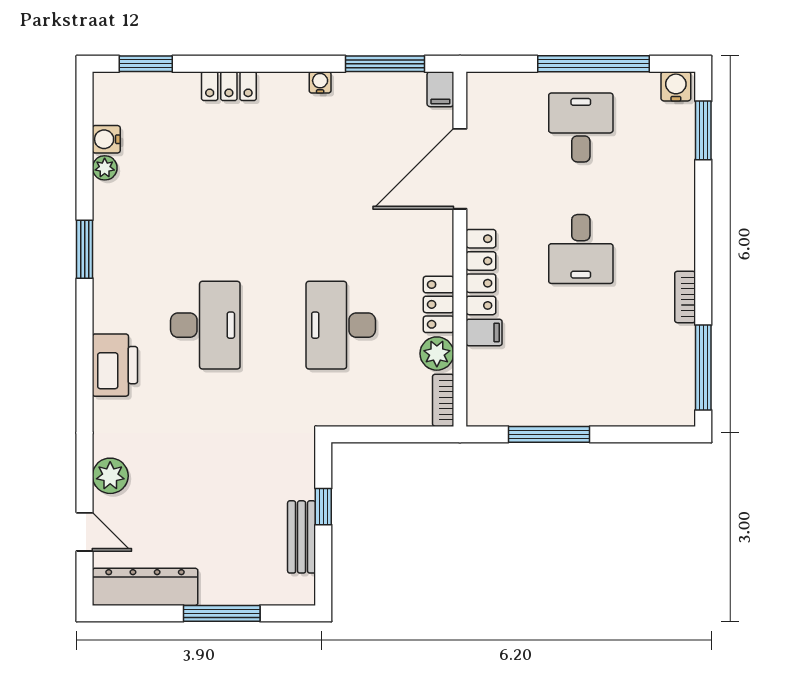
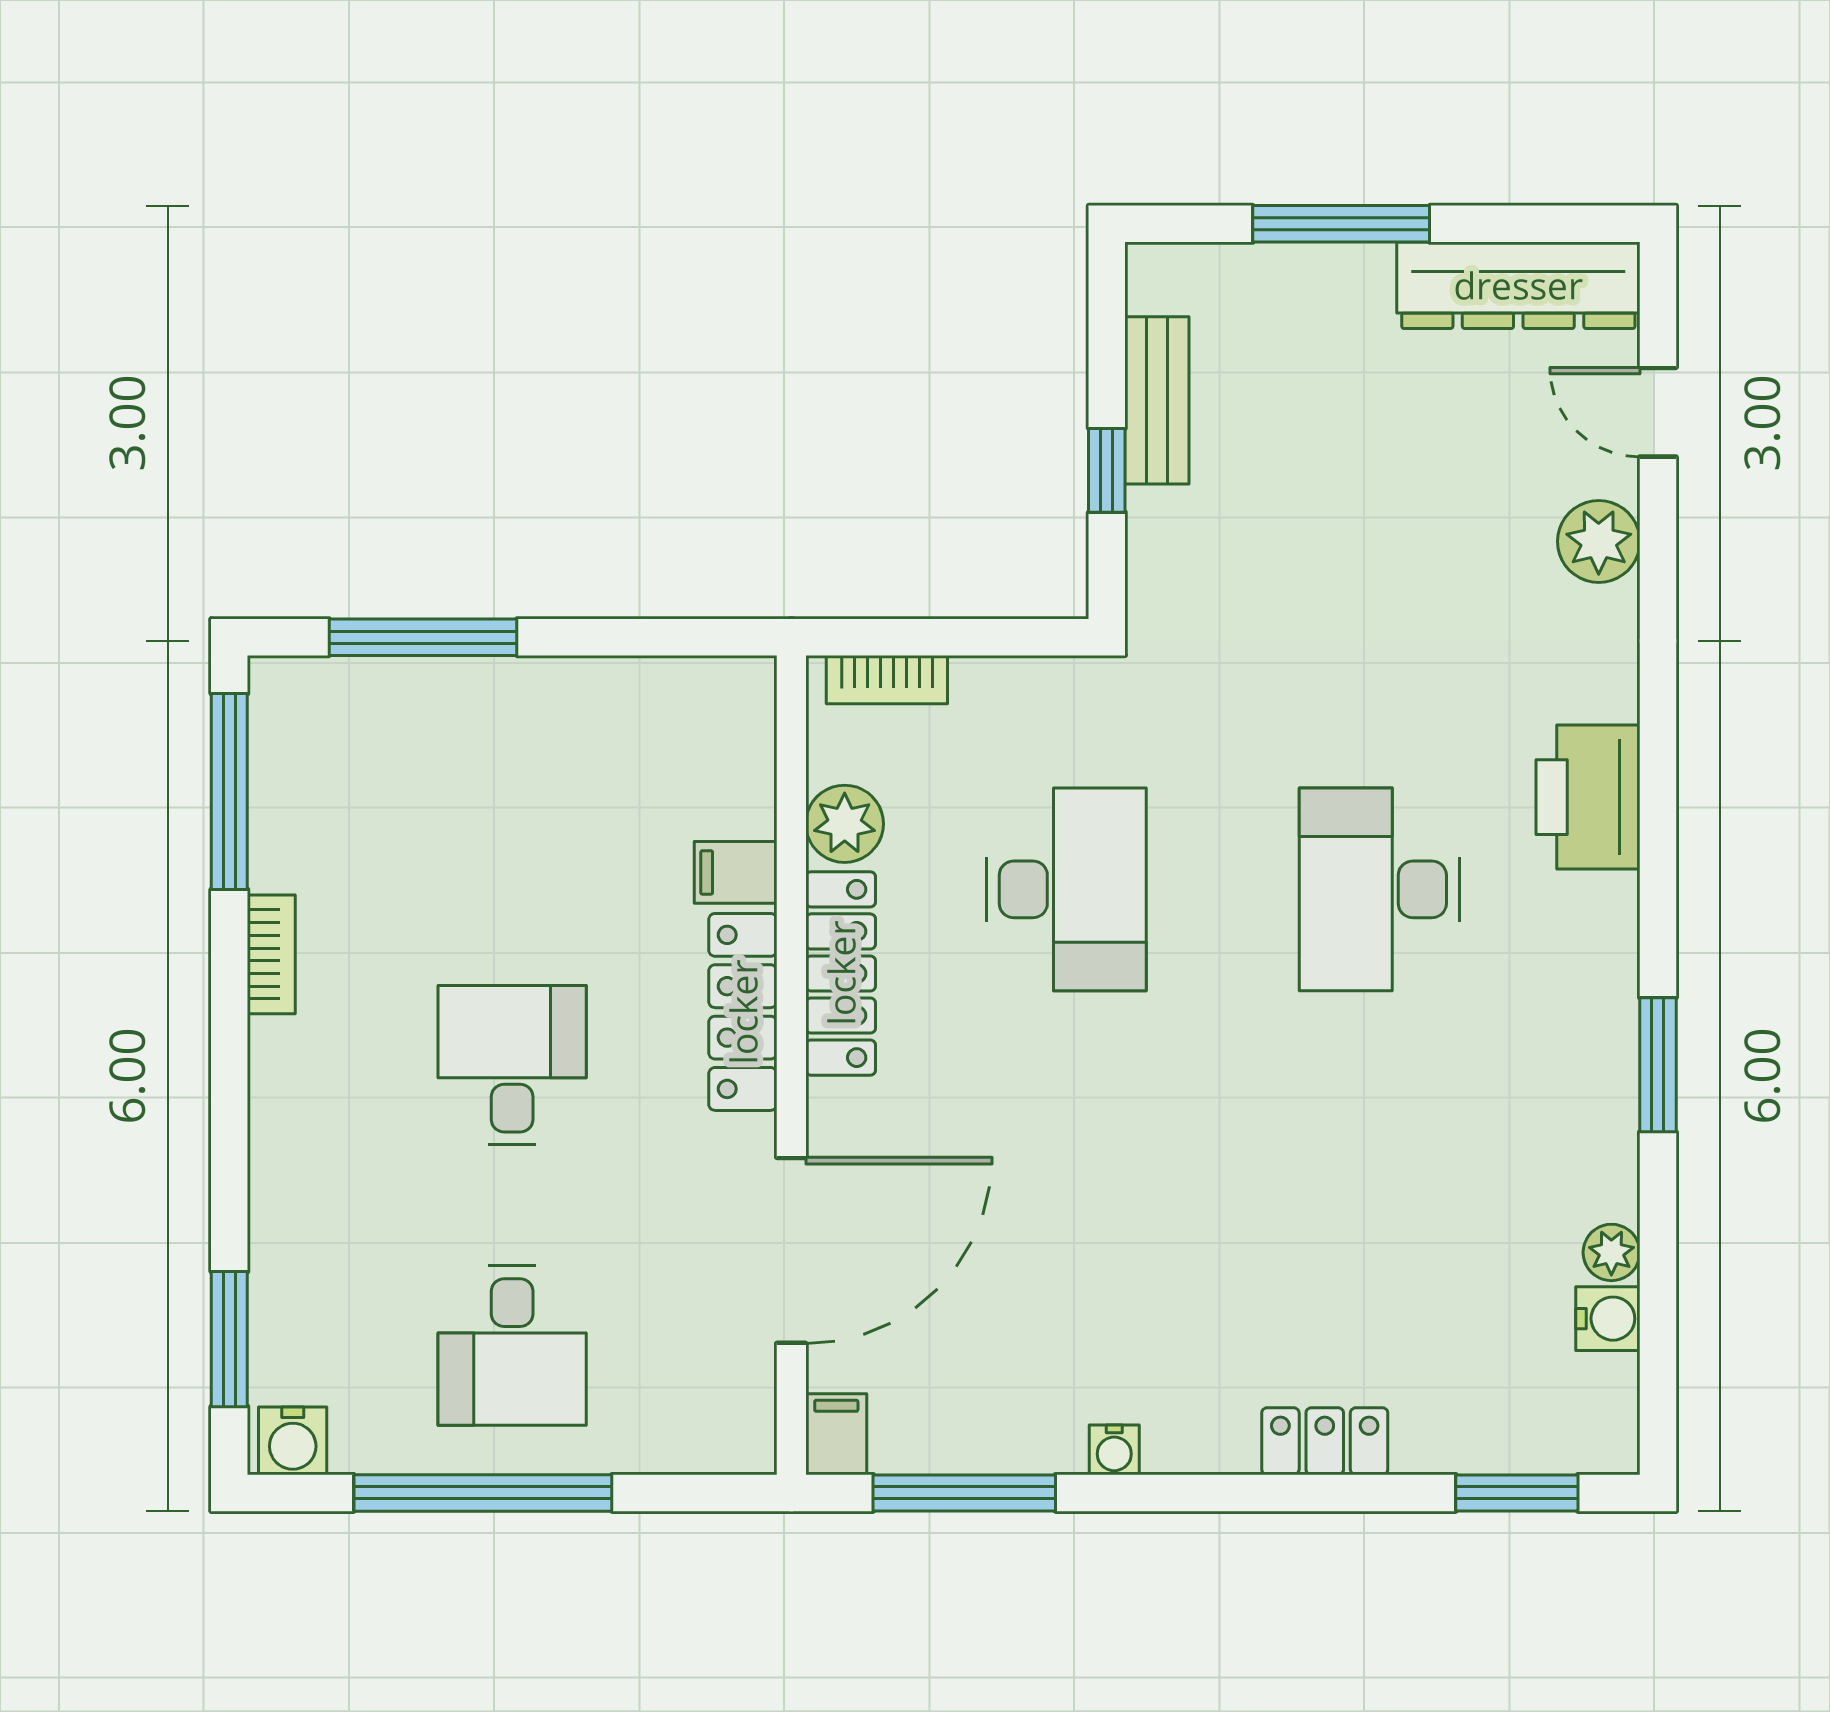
locker: (439, 304) -> (841, 973), width x1.53
bookcase: (443, 400) -> (887, 680), moved, turned 90
window: (549, 434) -> (423, 637), moved

